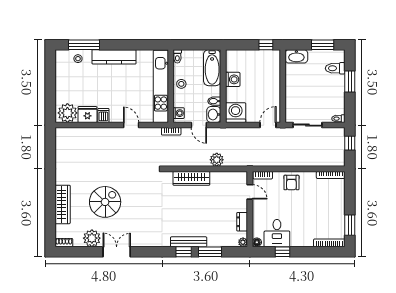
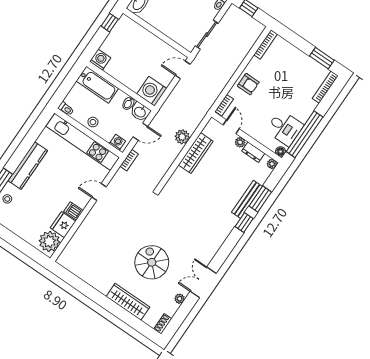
washing machine: (233, 79) -> (100, 60), moved
door: (268, 125) -> (183, 70), hinge flipped
wardrobe: (191, 178) -> (196, 153), moved
door: (250, 192) -> (231, 127), hinge flipped
plant: (243, 207) -> (240, 142), added
plant: (92, 238) -> (180, 299), width x0.53, depth x0.53
bench: (189, 242) -> (247, 199), moved
window: (283, 252) -> (305, 134), width x3.17

